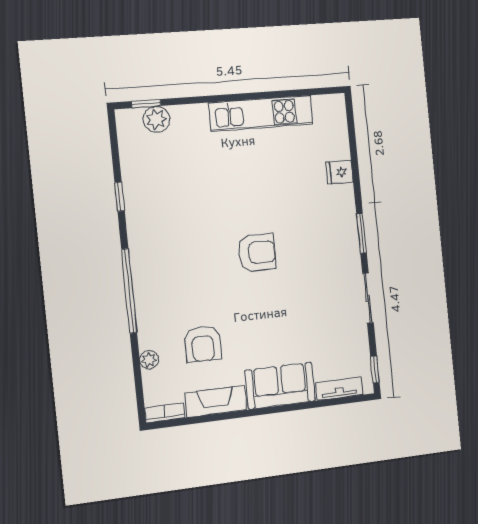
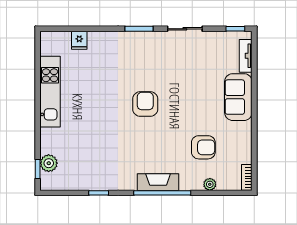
fridge: (340, 172) -> (79, 40), moved
fireplace: (216, 401) -> (158, 182), moved, turned 90

